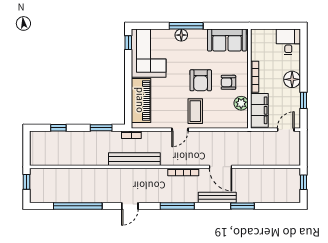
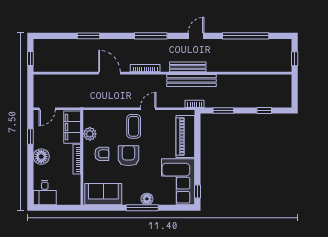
bench: (217, 198) -> (188, 67), moved

